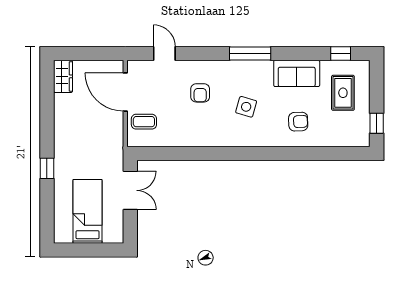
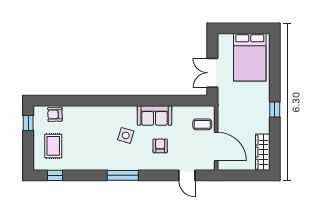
sofa: (297, 73) -> (155, 115), moved, turned 180
wardrobe: (63, 76) -> (263, 152), width x1.50
armchair: (298, 122) -> (55, 114), moved
window: (47, 168) -> (275, 110), moved
bed: (88, 211) -> (250, 57), width x1.50

